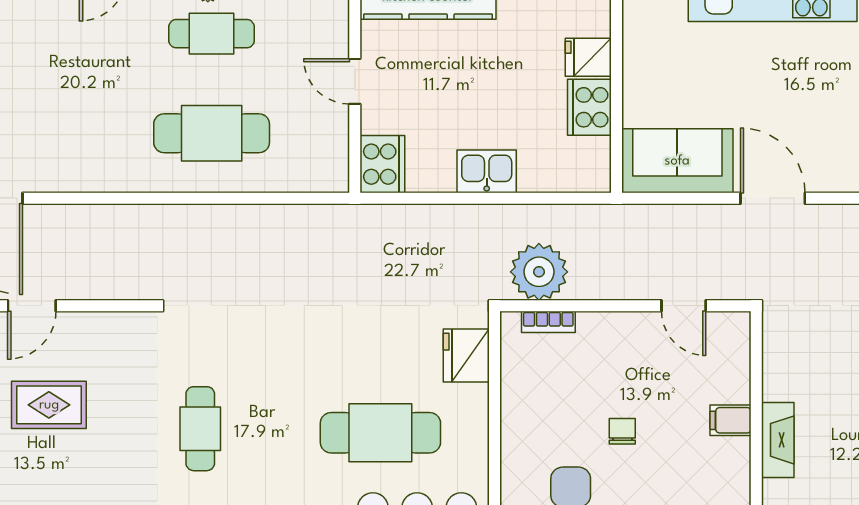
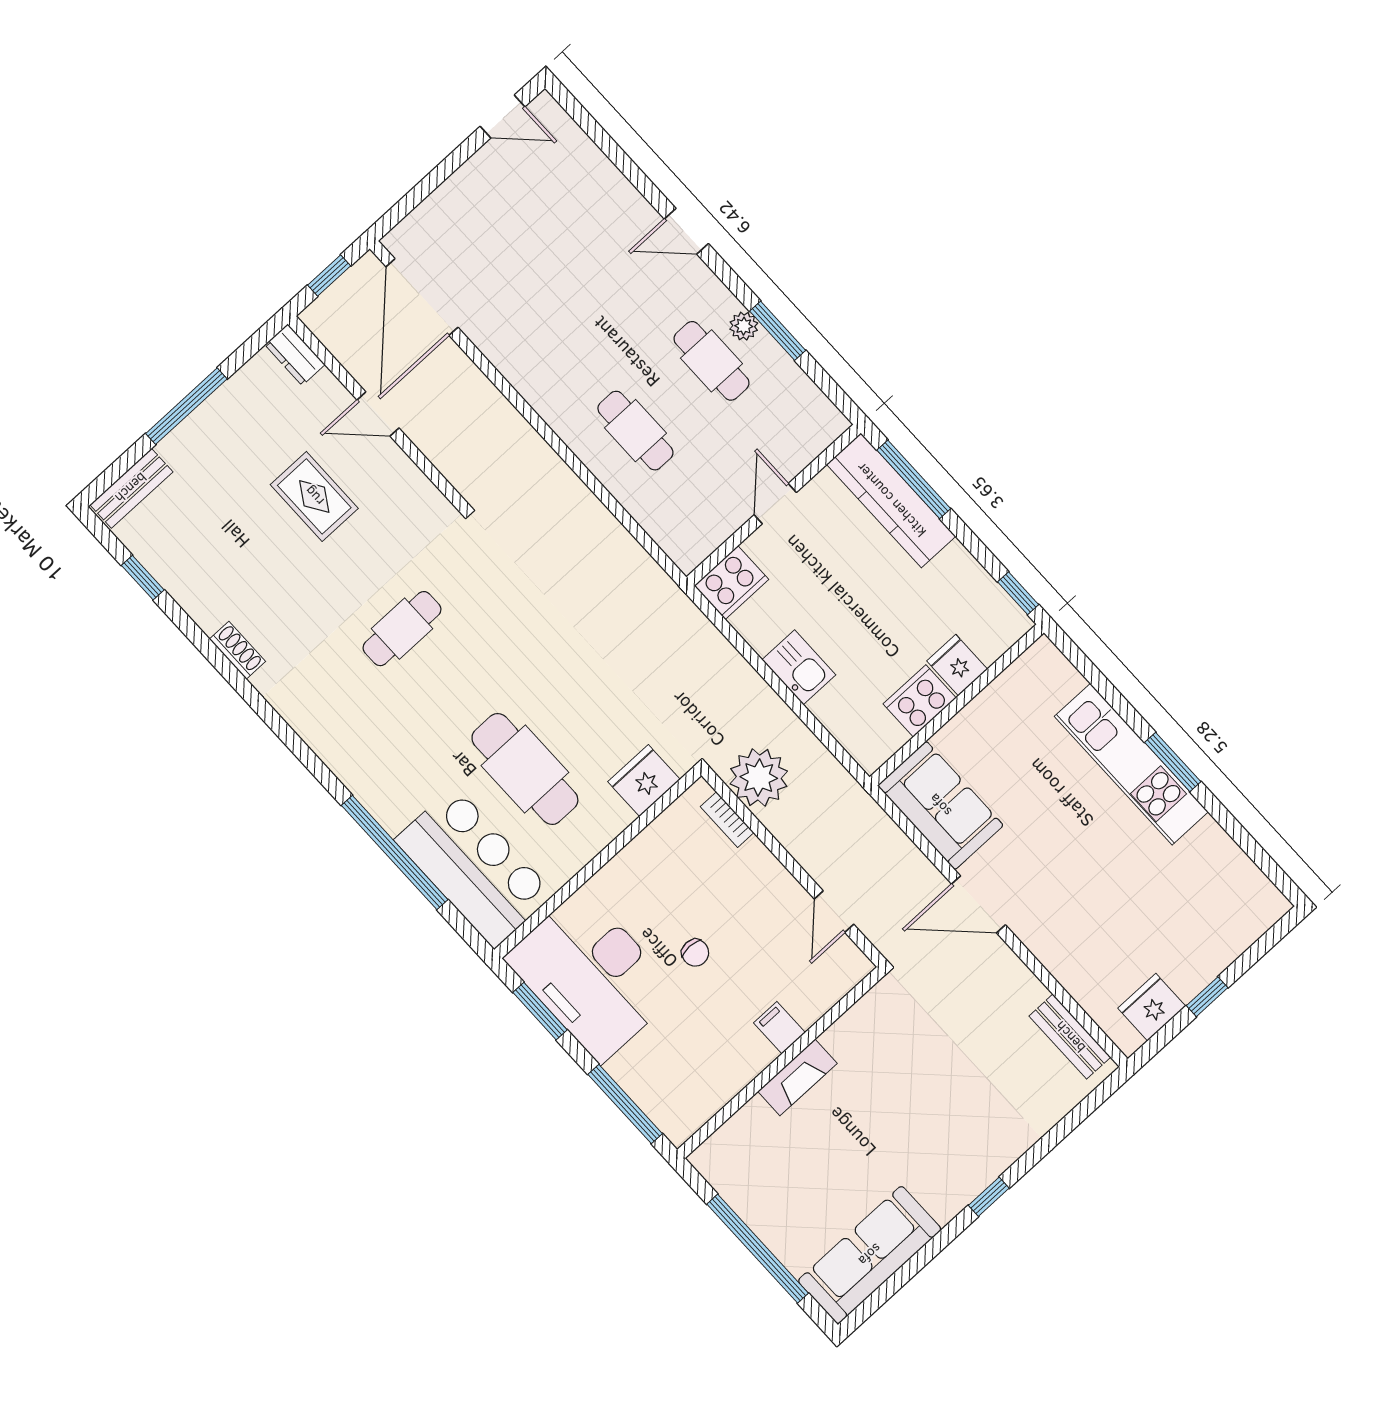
cafe table: (212, 133) -> (635, 431), width x0.73, depth x0.74
door: (773, 198) -> (978, 904), swing flipped
chair: (622, 431) -> (695, 953), turned 90

